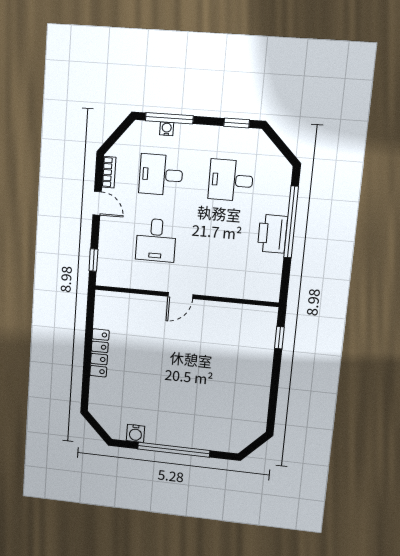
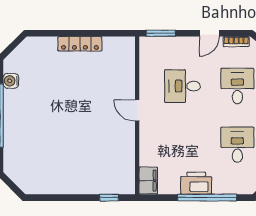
window: (93, 260) -> (161, 33), width x1.50
filing cabinet: (264, 290) -> (148, 181), added

